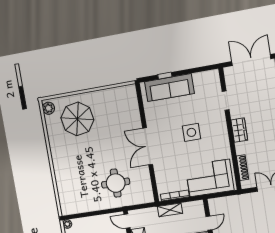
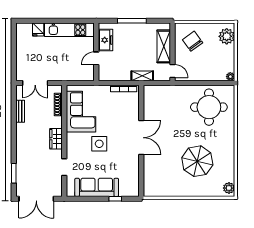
sofa: (169, 88) -> (97, 187), moved
parasol: (77, 119) -> (197, 161), moved
corner sofa: (210, 178) -> (81, 112), moved, turned -90
round table: (116, 183) -> (209, 107), moved, width x1.36, depth x1.36
shelving: (170, 210) -> (142, 76), moved

